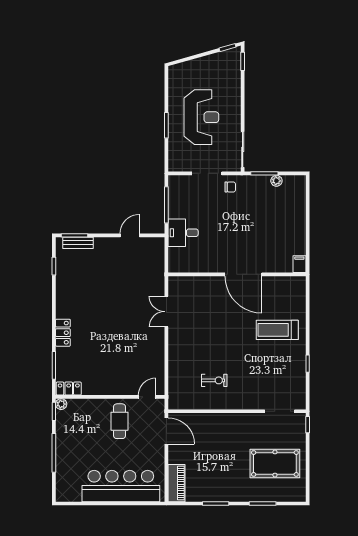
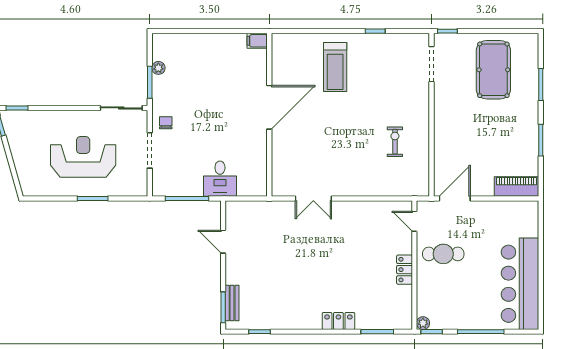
locker: (69, 389) -> (405, 270), moved
bar counter: (121, 486) -> (520, 284), moved

